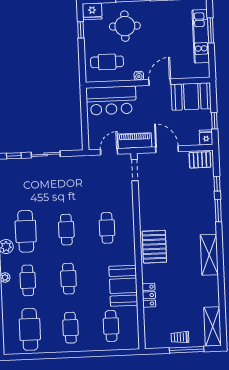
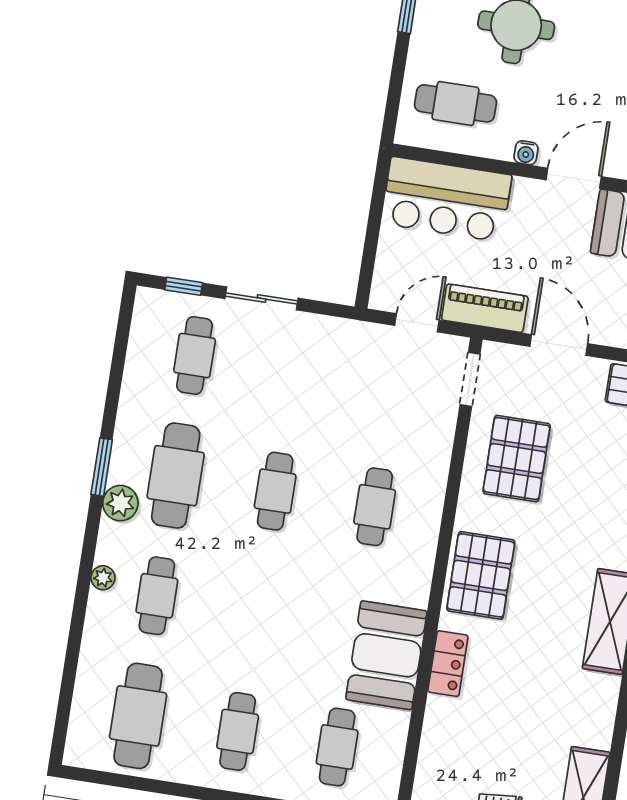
pallet: (159, 198) -> (517, 459), added
cafe table: (68, 279) -> (195, 355), moved
locker: (149, 295) -> (448, 664), moved

